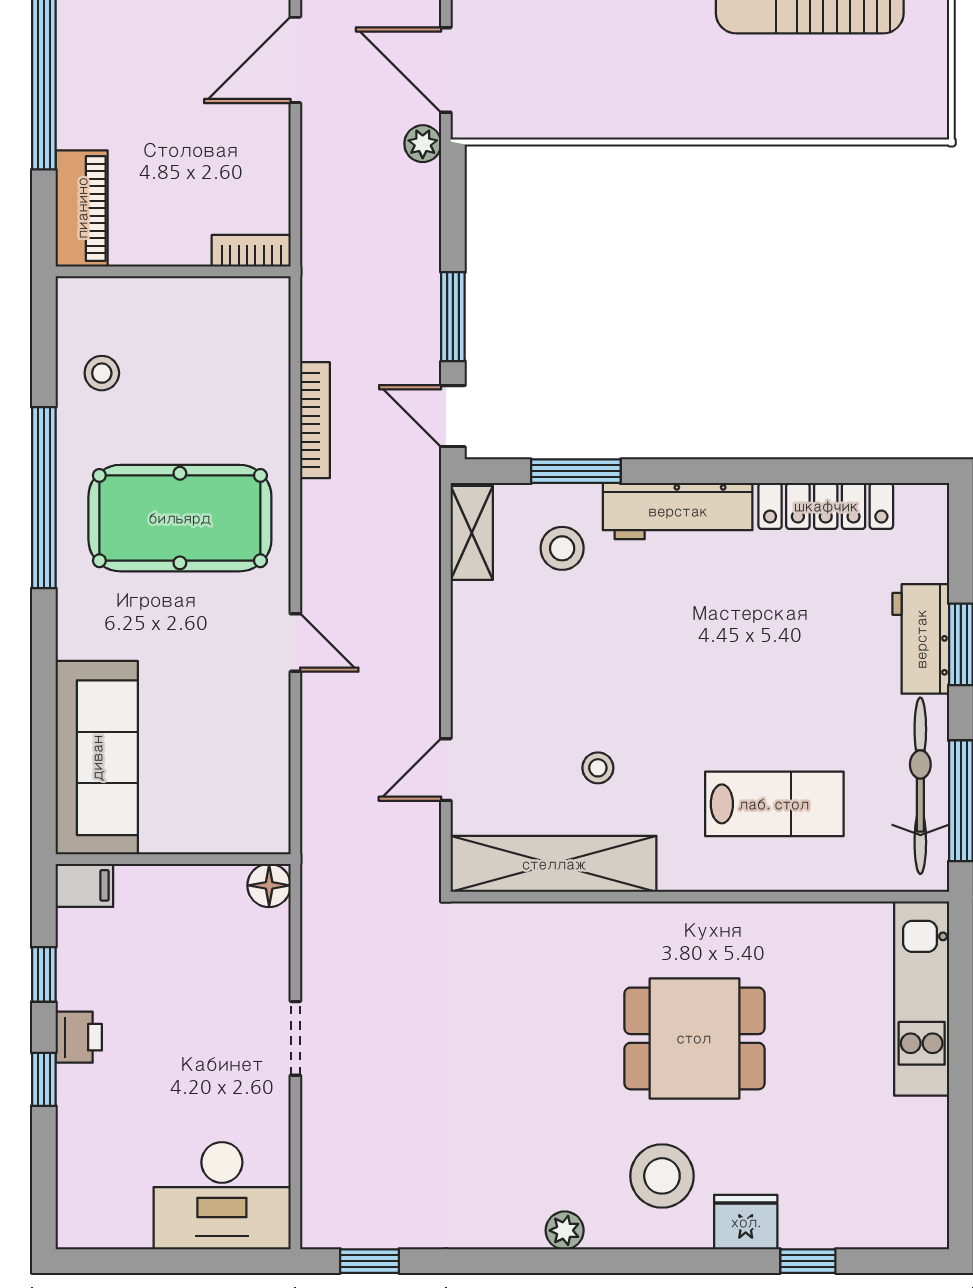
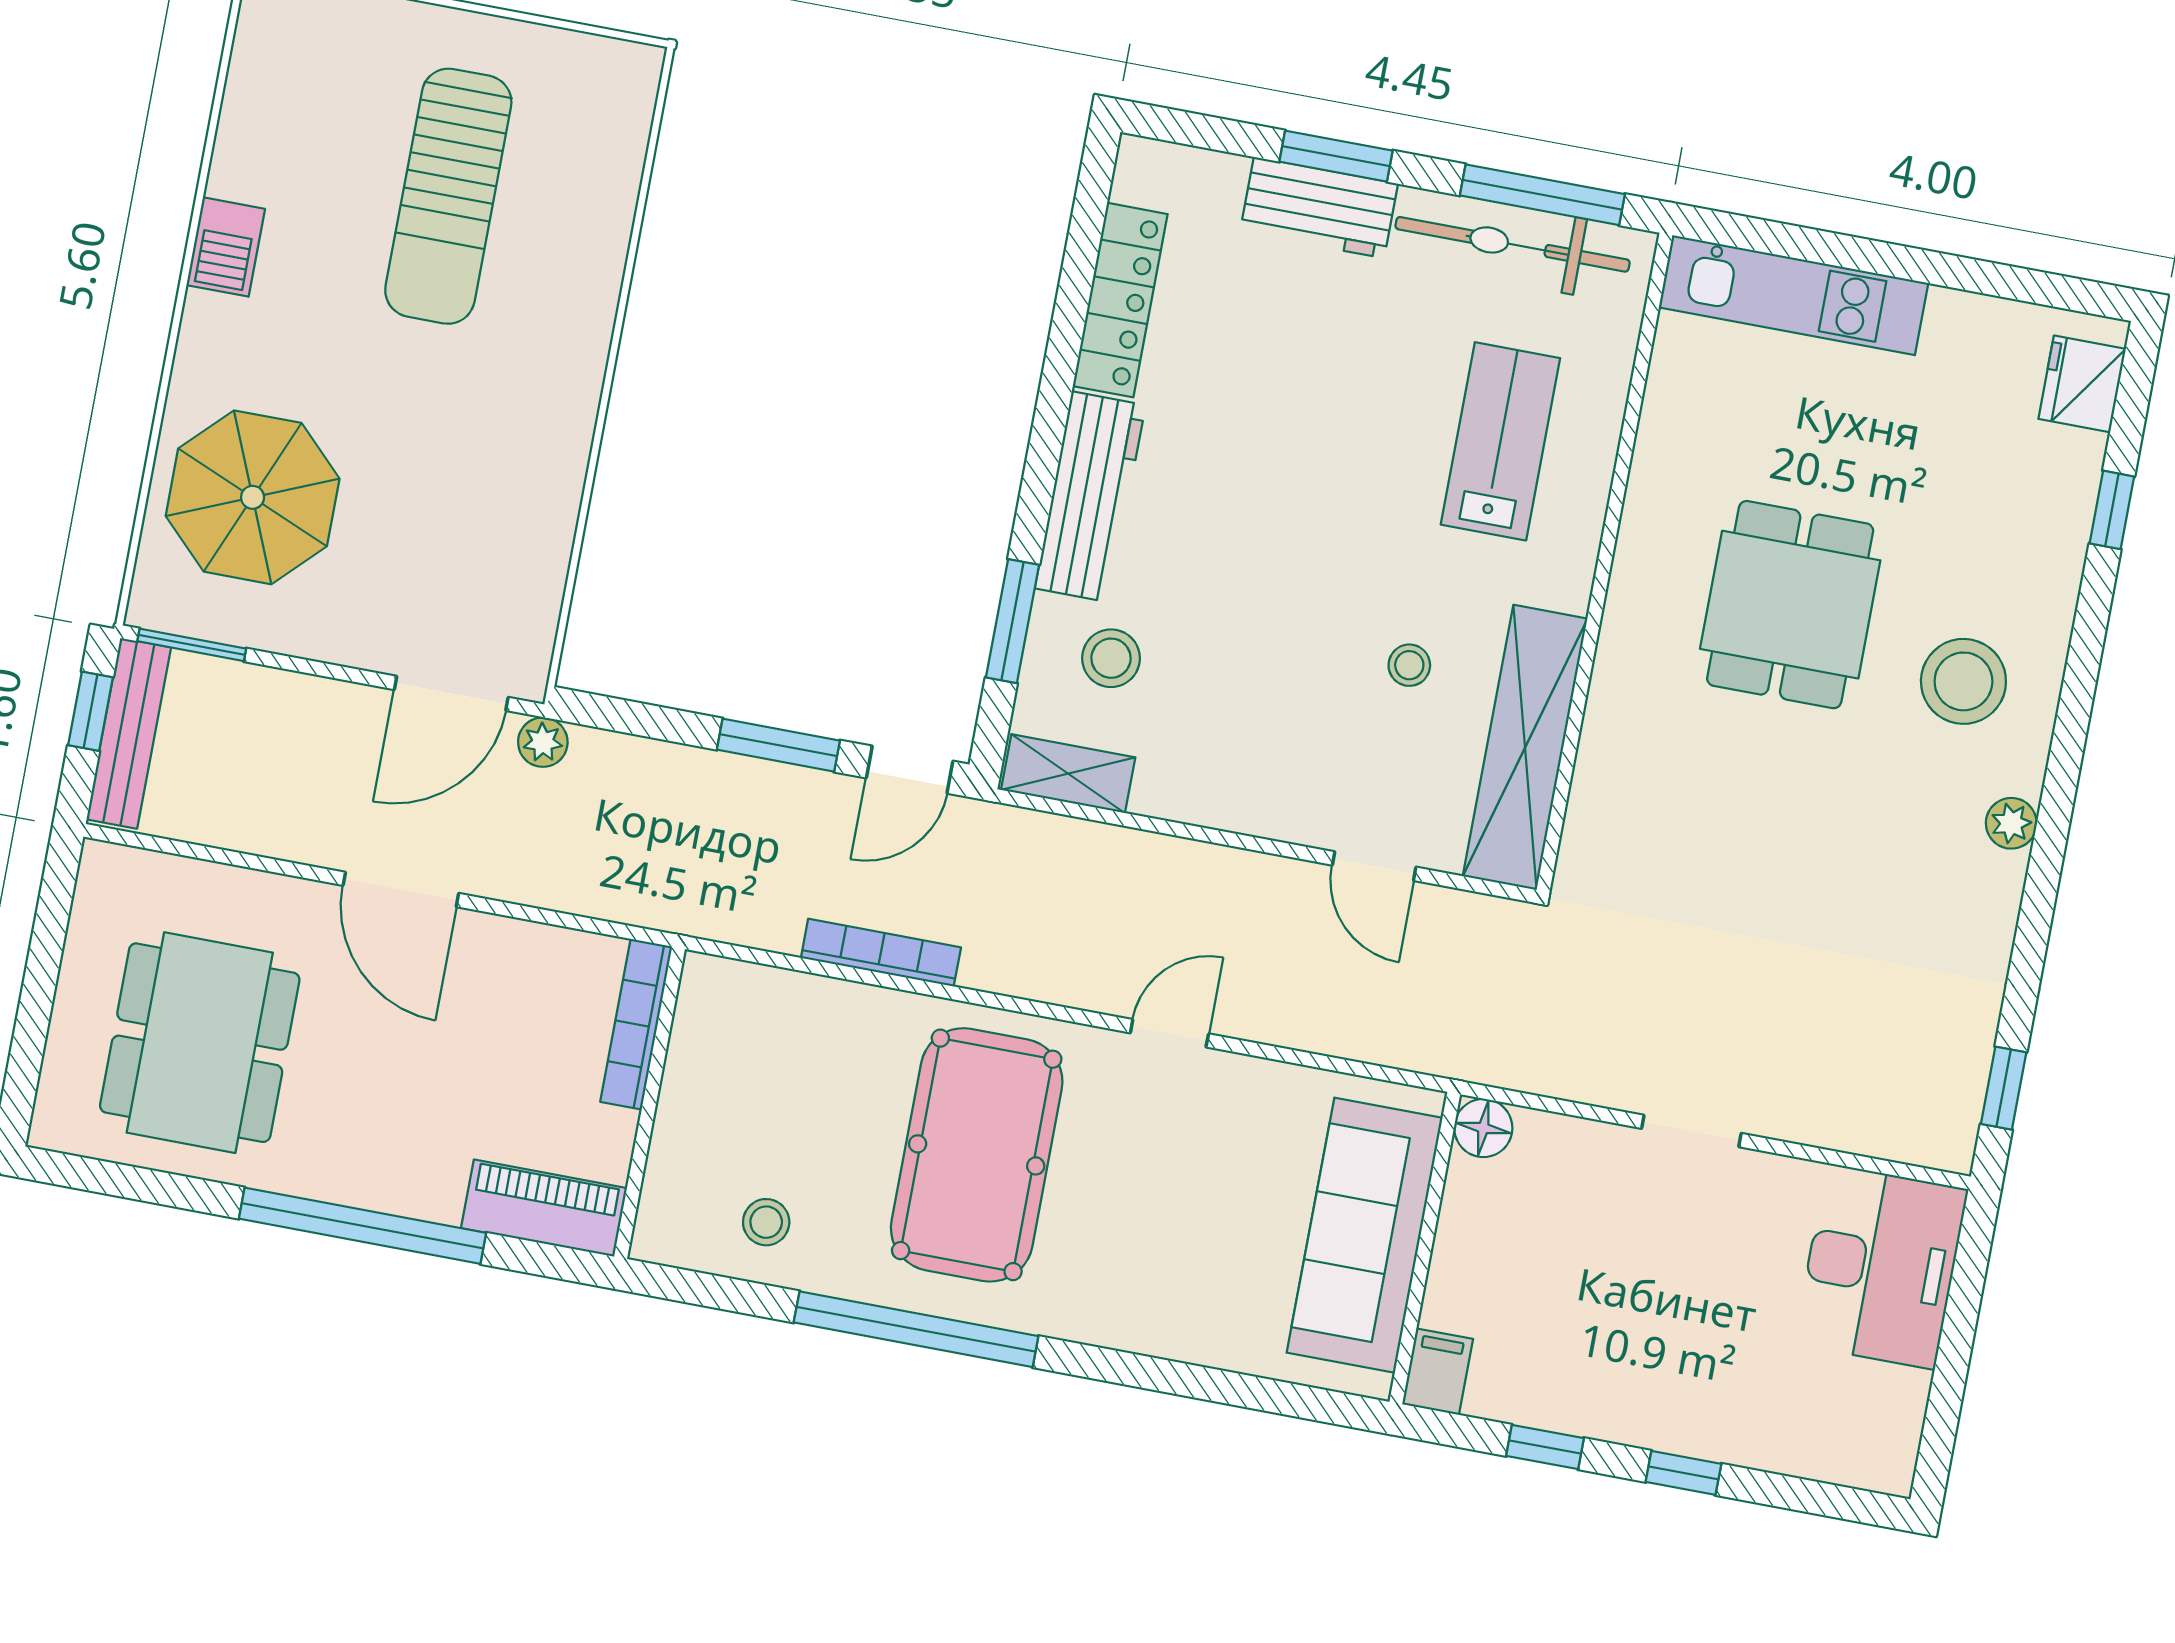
bookcase: (251, 251) -> (636, 1024), width x1.56
sofa: (97, 758) -> (1365, 1235), moved, turned -90
printer: (79, 1037) -> (1636, 1416), removed
fridge: (746, 1222) -> (2082, 384), moved

